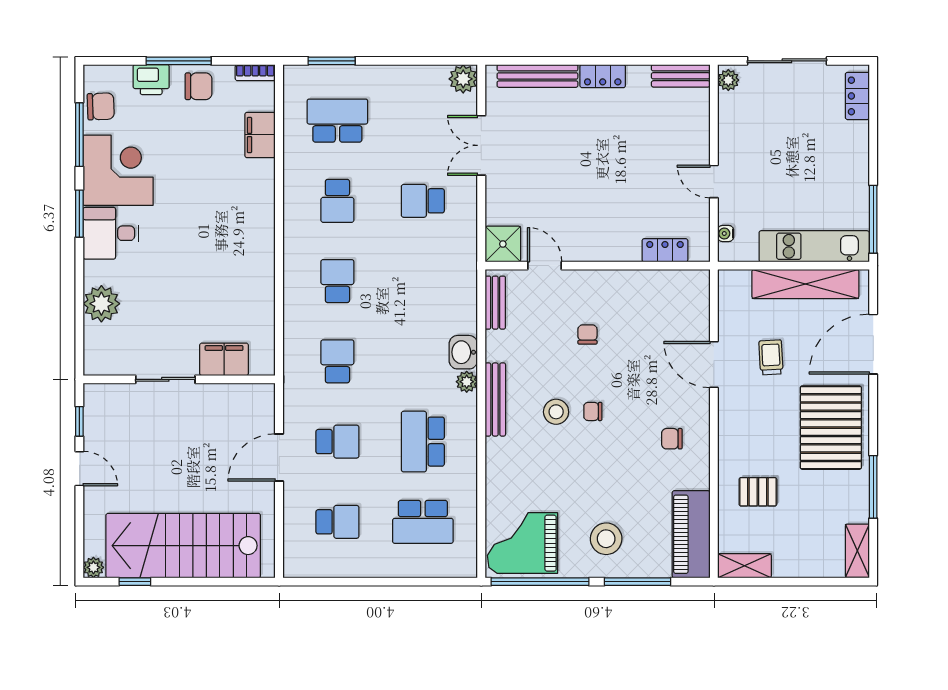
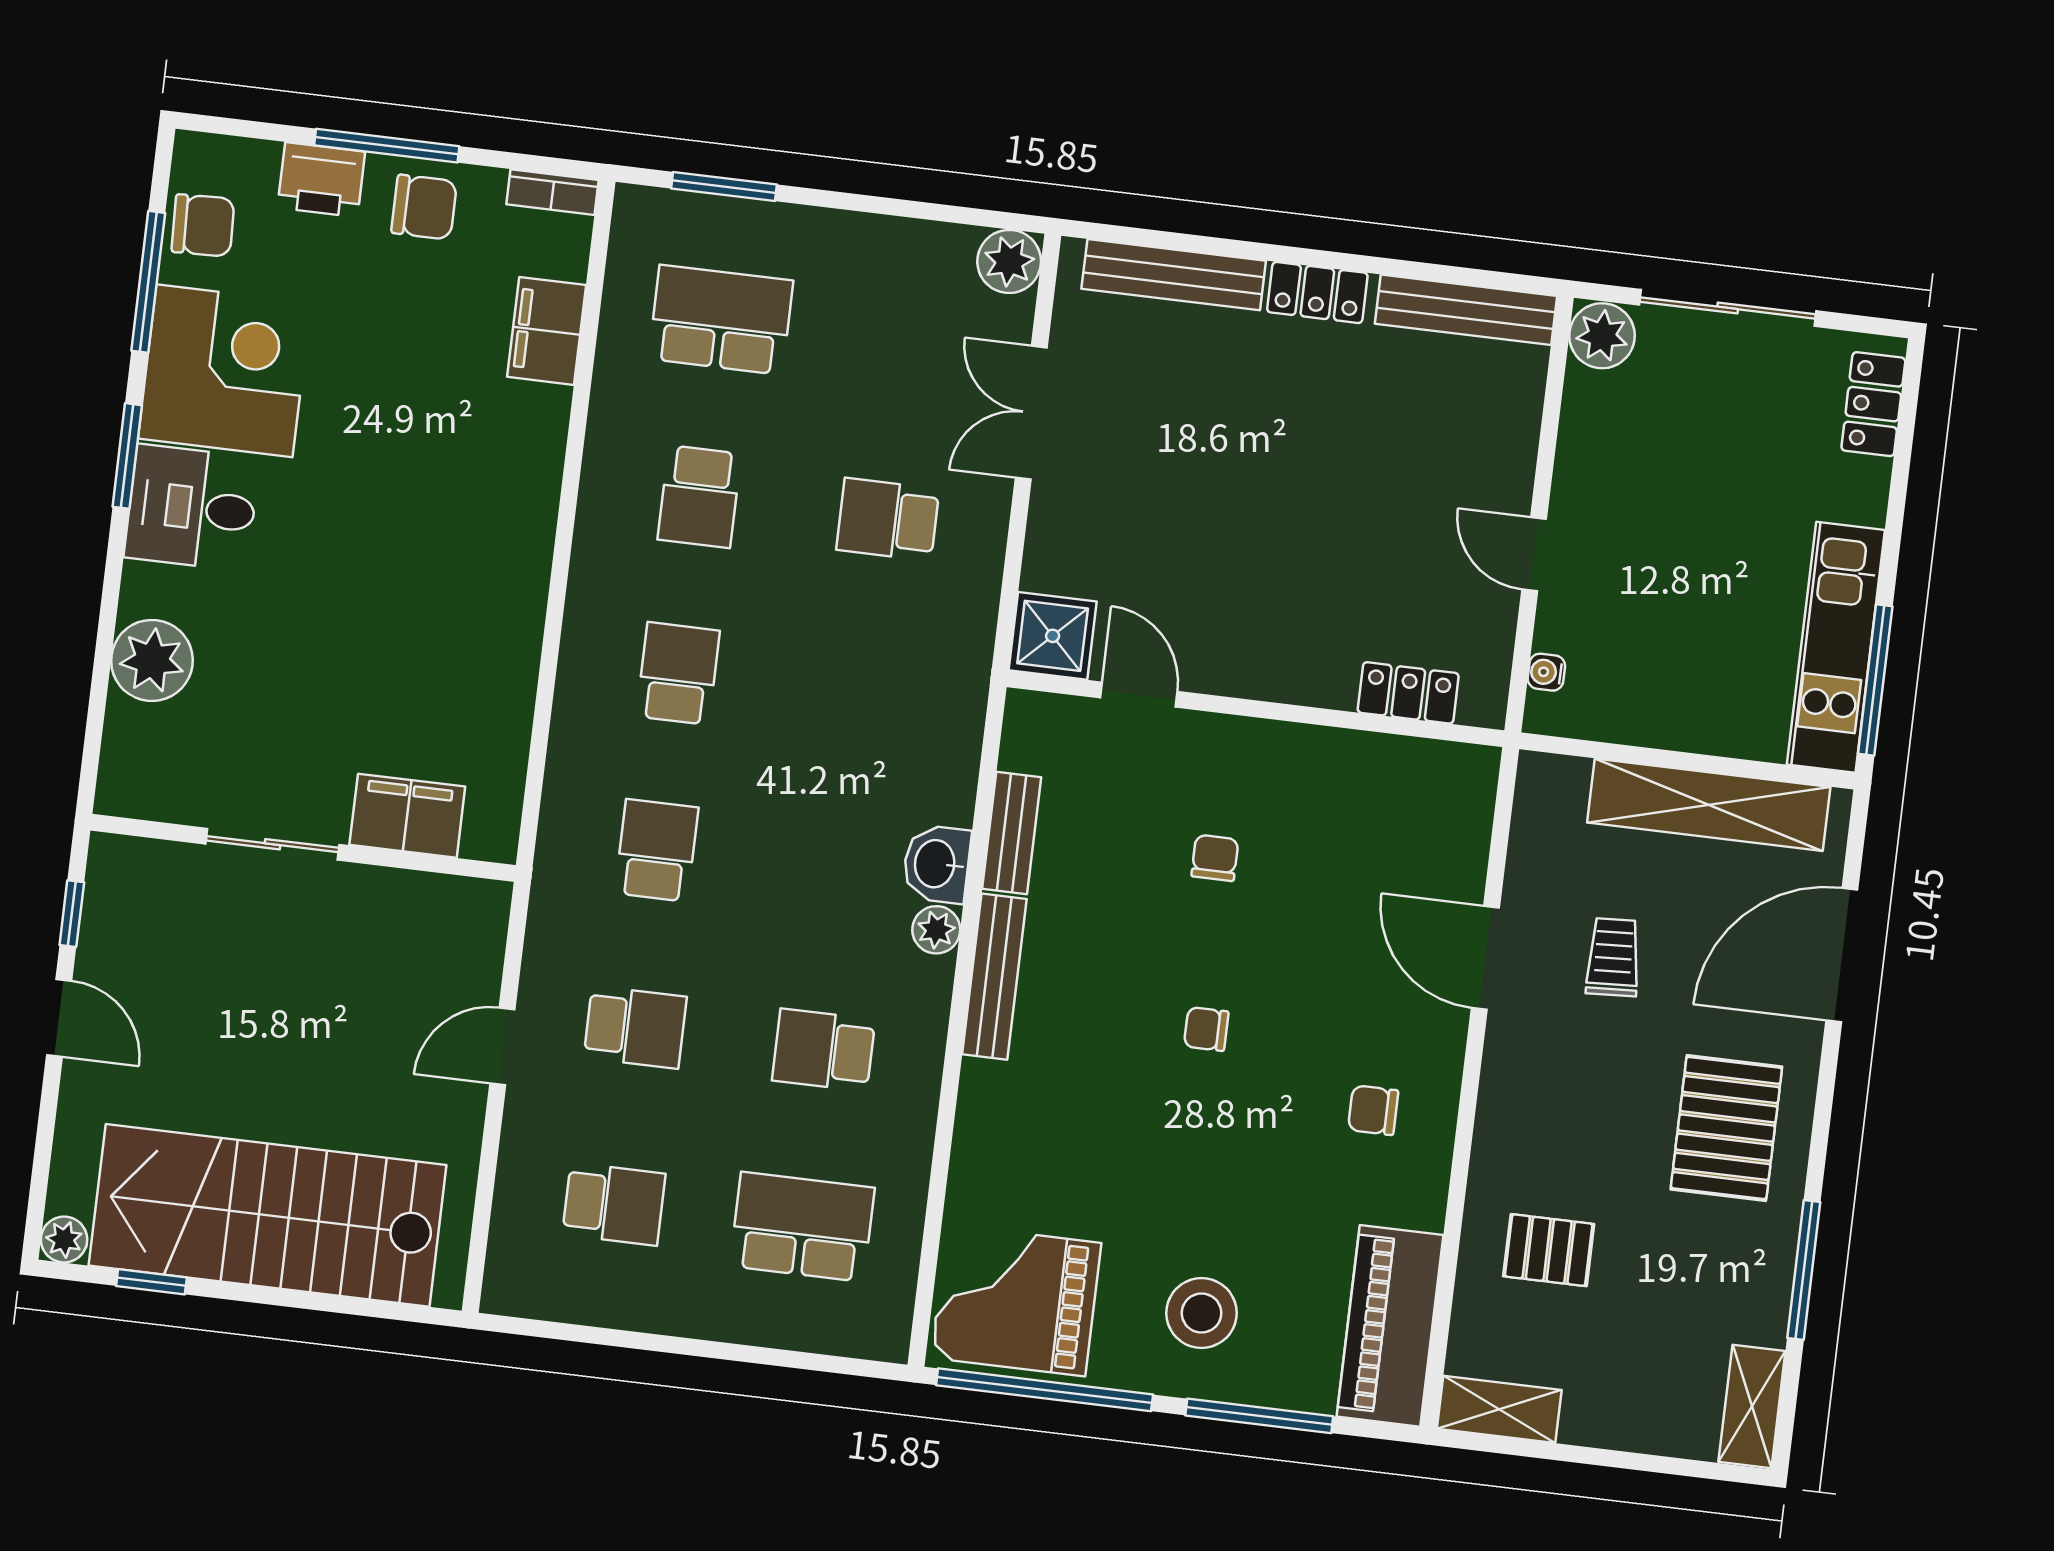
bench: (681, 76) -> (1466, 310), width x1.36
plant: (728, 80) -> (1602, 336), width x1.38, depth x1.38
kitchen unit: (814, 246) -> (1836, 647), moved, turned -90
bench: (495, 303) -> (1012, 833), moved
stool: (556, 412) -> (1125, 1020), removed
pallet: (831, 428) -> (1726, 1128), width x0.73, depth x0.71
school desk: (423, 442) -> (824, 1050), width x0.54
door: (279, 457) -> (502, 1047), width x0.73
school desk: (423, 522) -> (802, 1227), turned 180

